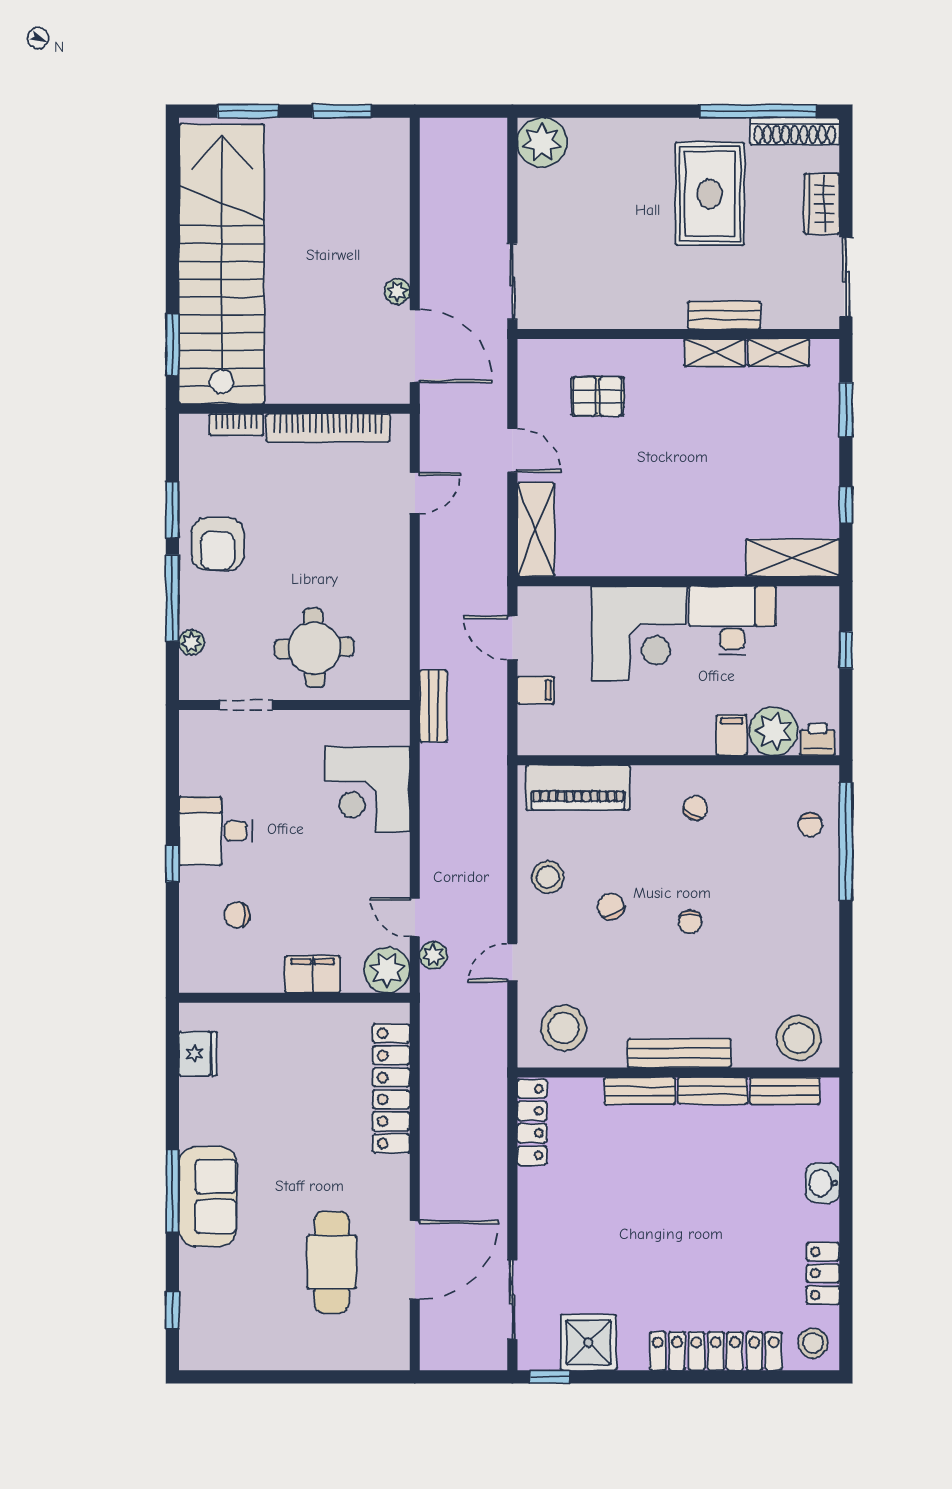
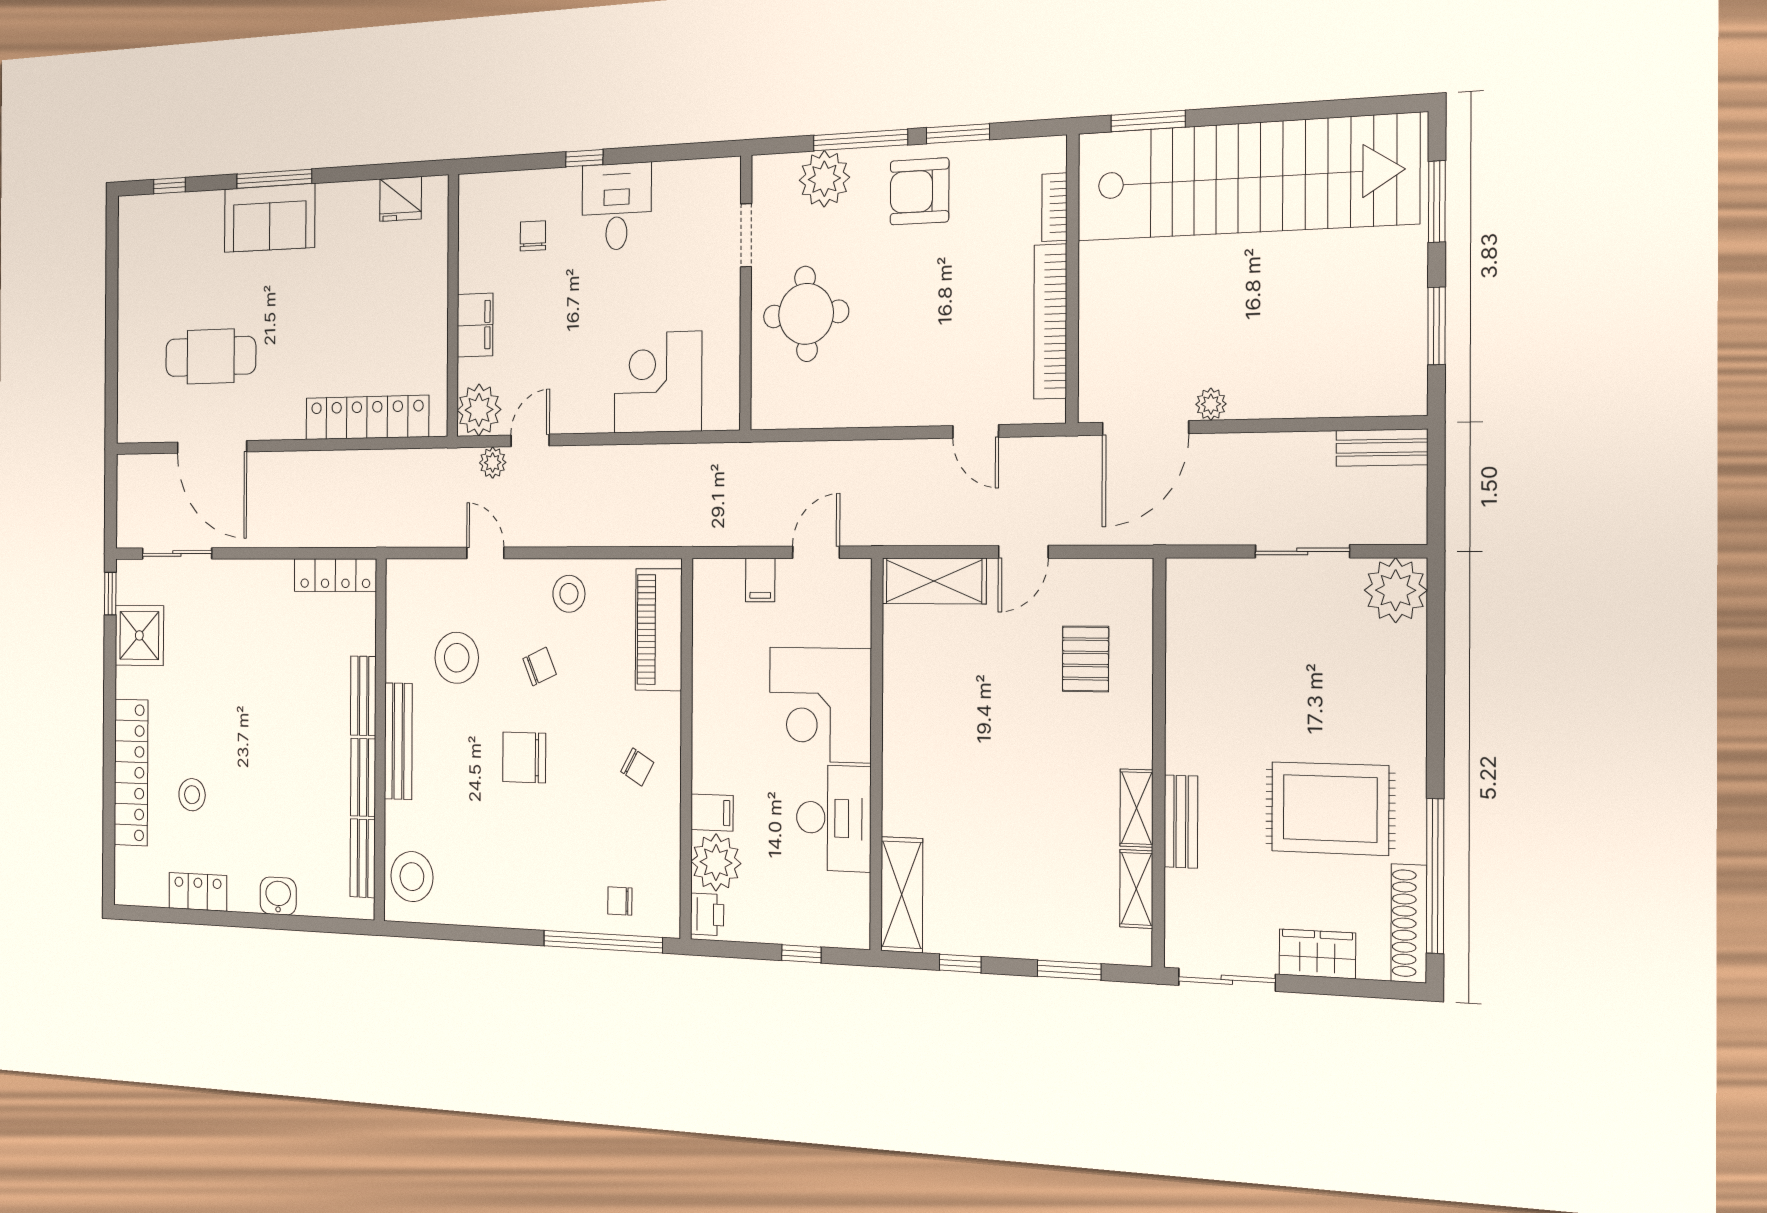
sliding door: (512, 281) -> (1302, 551), moved
plant: (191, 642) -> (824, 179), width x1.88, depth x1.88
bench: (433, 706) -> (1382, 448), moved
chair: (690, 922) -> (524, 757), width x1.87, depth x1.87
stool: (564, 1028) -> (457, 658), moved
stool: (813, 1343) -> (192, 795), moved

